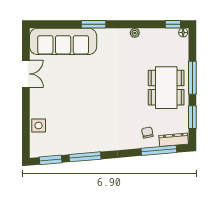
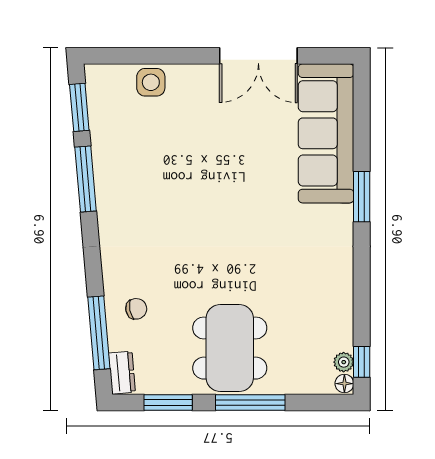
plant: (135, 33) -> (344, 362), moved
double door: (26, 74) -> (258, 56), width x1.37
dining table: (166, 88) -> (230, 348), turned 90
dresser: (174, 140) -> (122, 373), width x0.70

